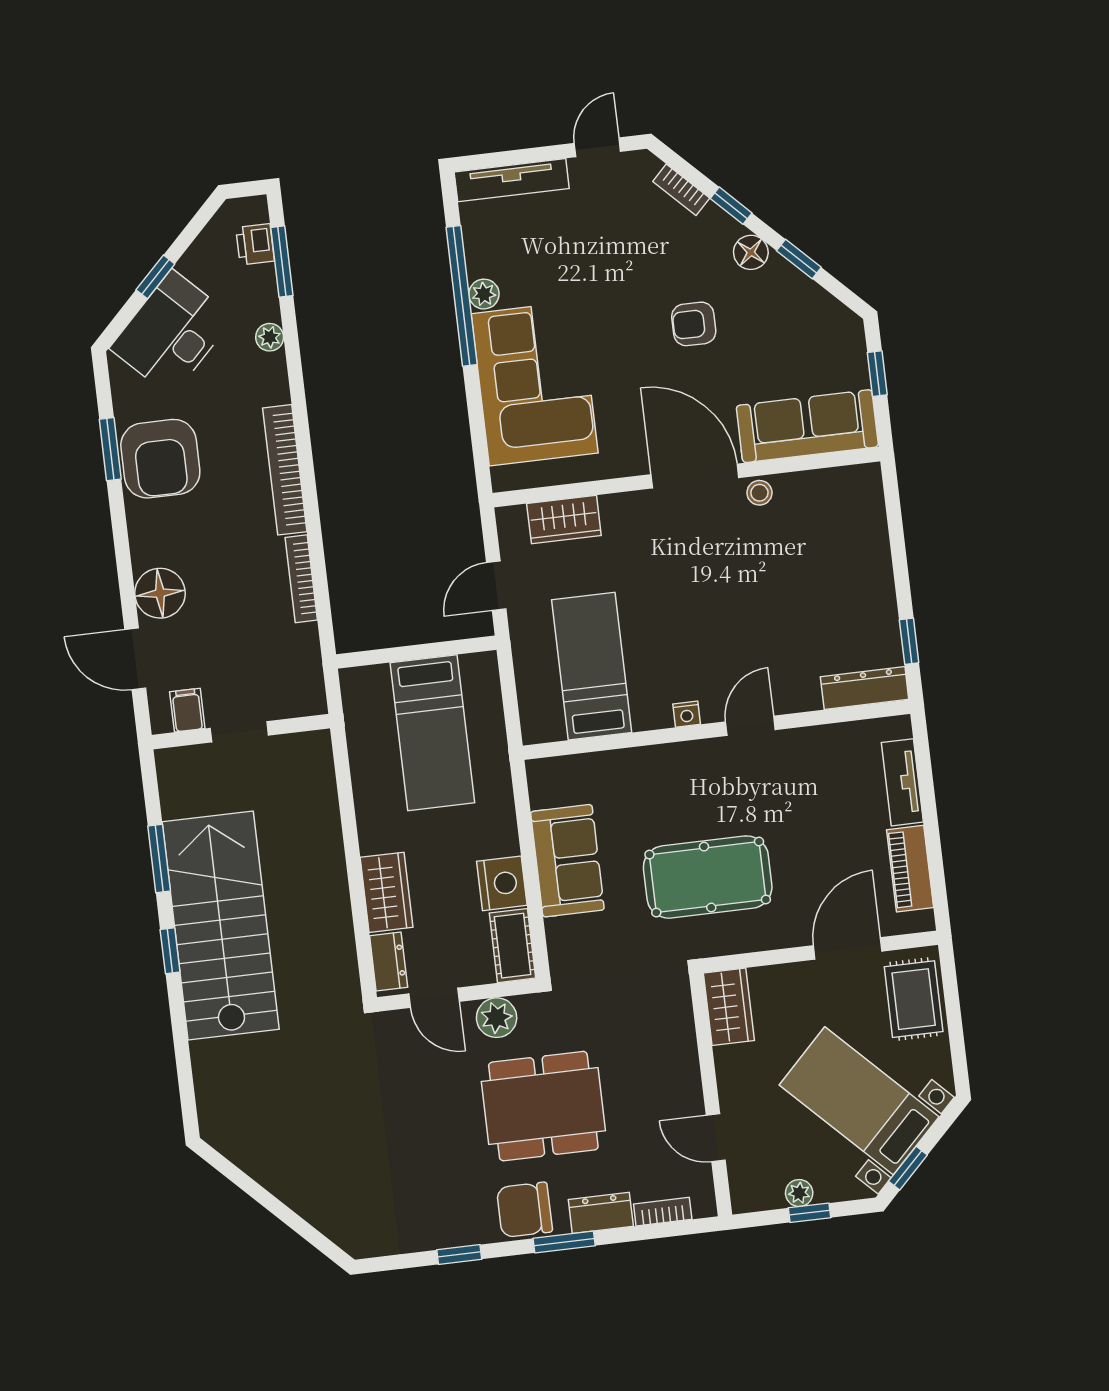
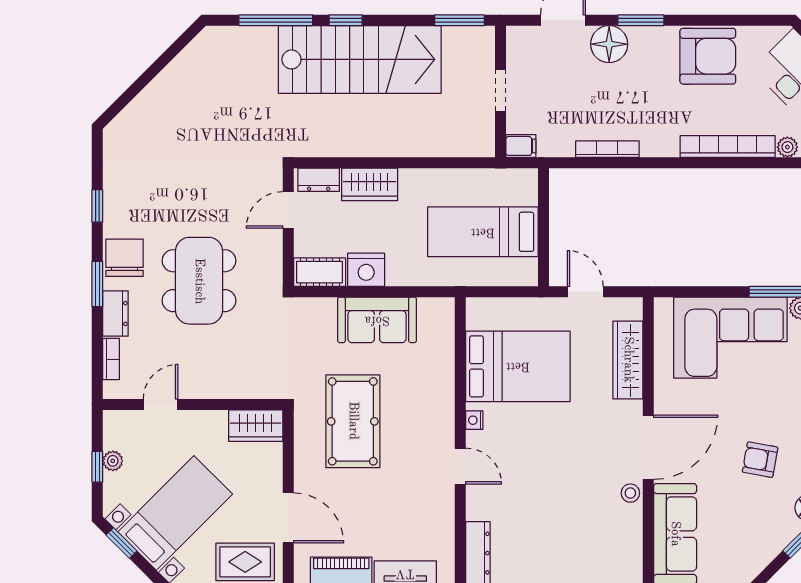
armchair: (694, 324) -> (760, 460), turned -80
window: (110, 449) -> (641, 20), moved
armchair: (160, 459) -> (708, 56), turned 180
bookcase: (285, 470) -> (728, 146), moved
wardrobe: (564, 519) -> (628, 360), width x1.50
bed: (592, 666) -> (518, 366), width x1.50
filing cabinet: (187, 710) -> (521, 146), moved
window: (159, 859) -> (459, 20), moved
plant: (497, 1018) -> (268, 254), removed
window: (181, 1045) -> (276, 20), added

